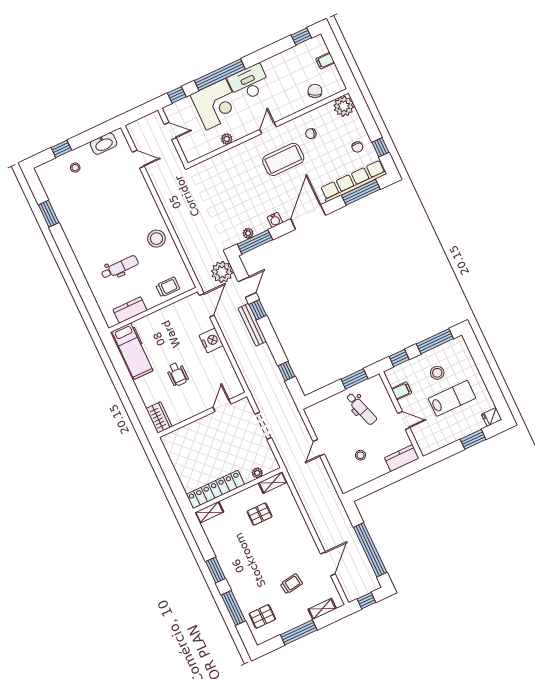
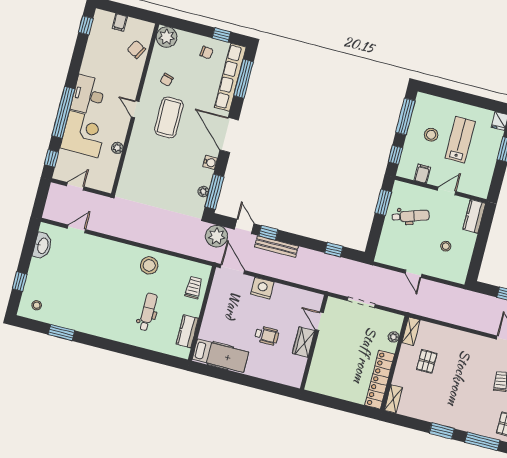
stool: (75, 168) -> (37, 305), moved
wardrobe: (159, 417) -> (304, 342), moved, turned -90

